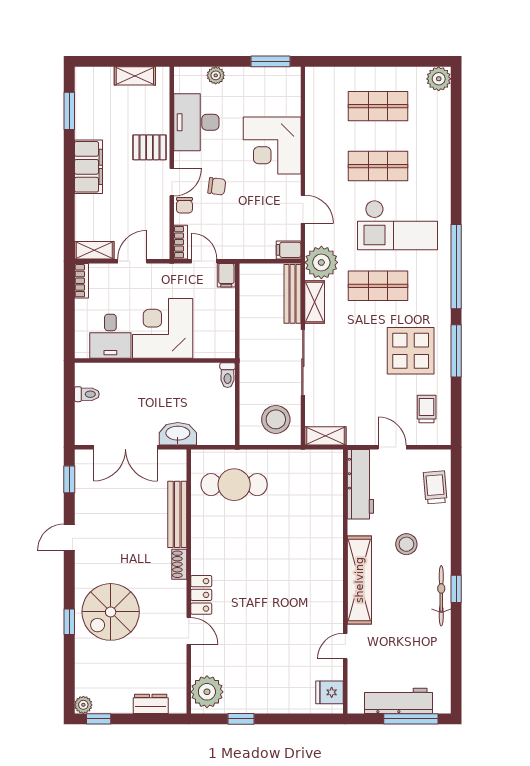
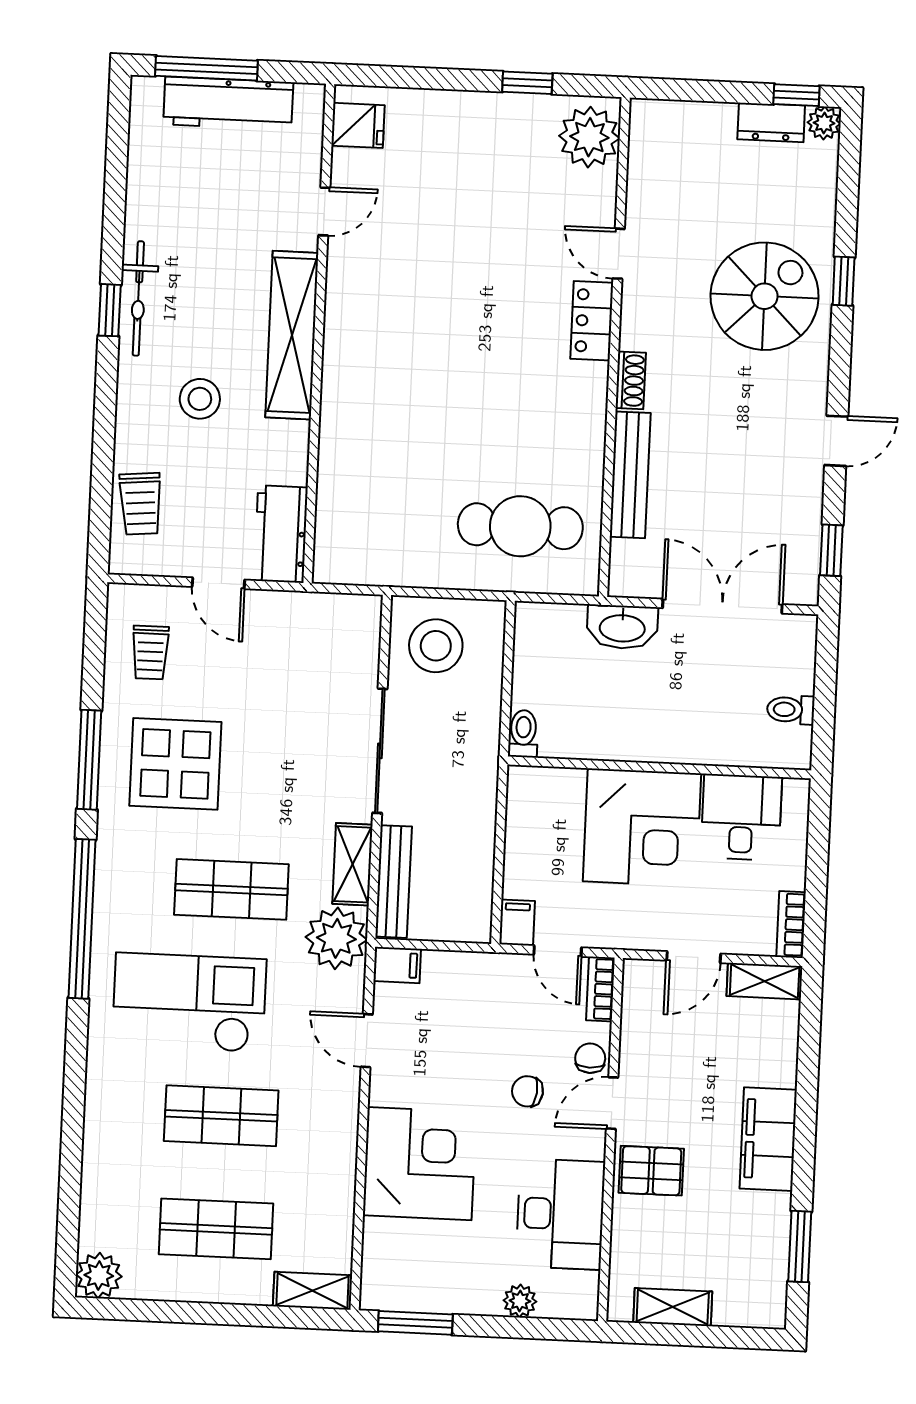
shelving: (325, 436) -> (313, 1291), moved
workbench: (360, 484) -> (281, 534), width x0.73
dresser: (151, 704) -> (771, 122), moved

